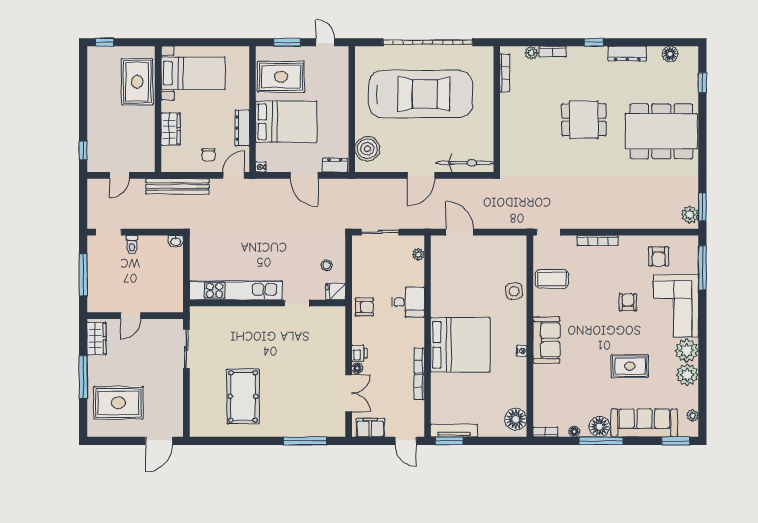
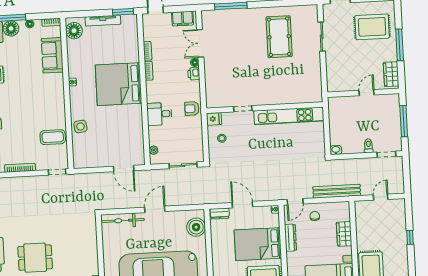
window: (83, 151) -> (410, 237), moved
sofa: (546, 340) -> (52, 55), moved
sliding door: (186, 349) -> (322, 37), moved
tv unit: (454, 431) -> (103, 21), moved

